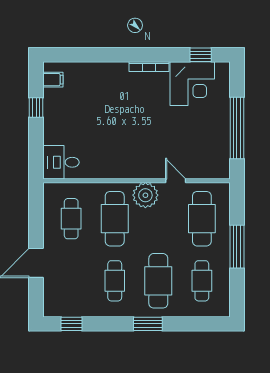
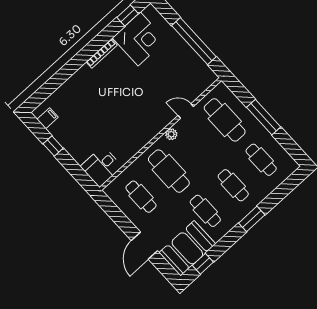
plant: (145, 195) -> (171, 134), width x0.53, depth x0.53
cafe table: (158, 281) -> (233, 185), width x0.73, depth x0.74
booth: (70, 299) -> (187, 248), added

